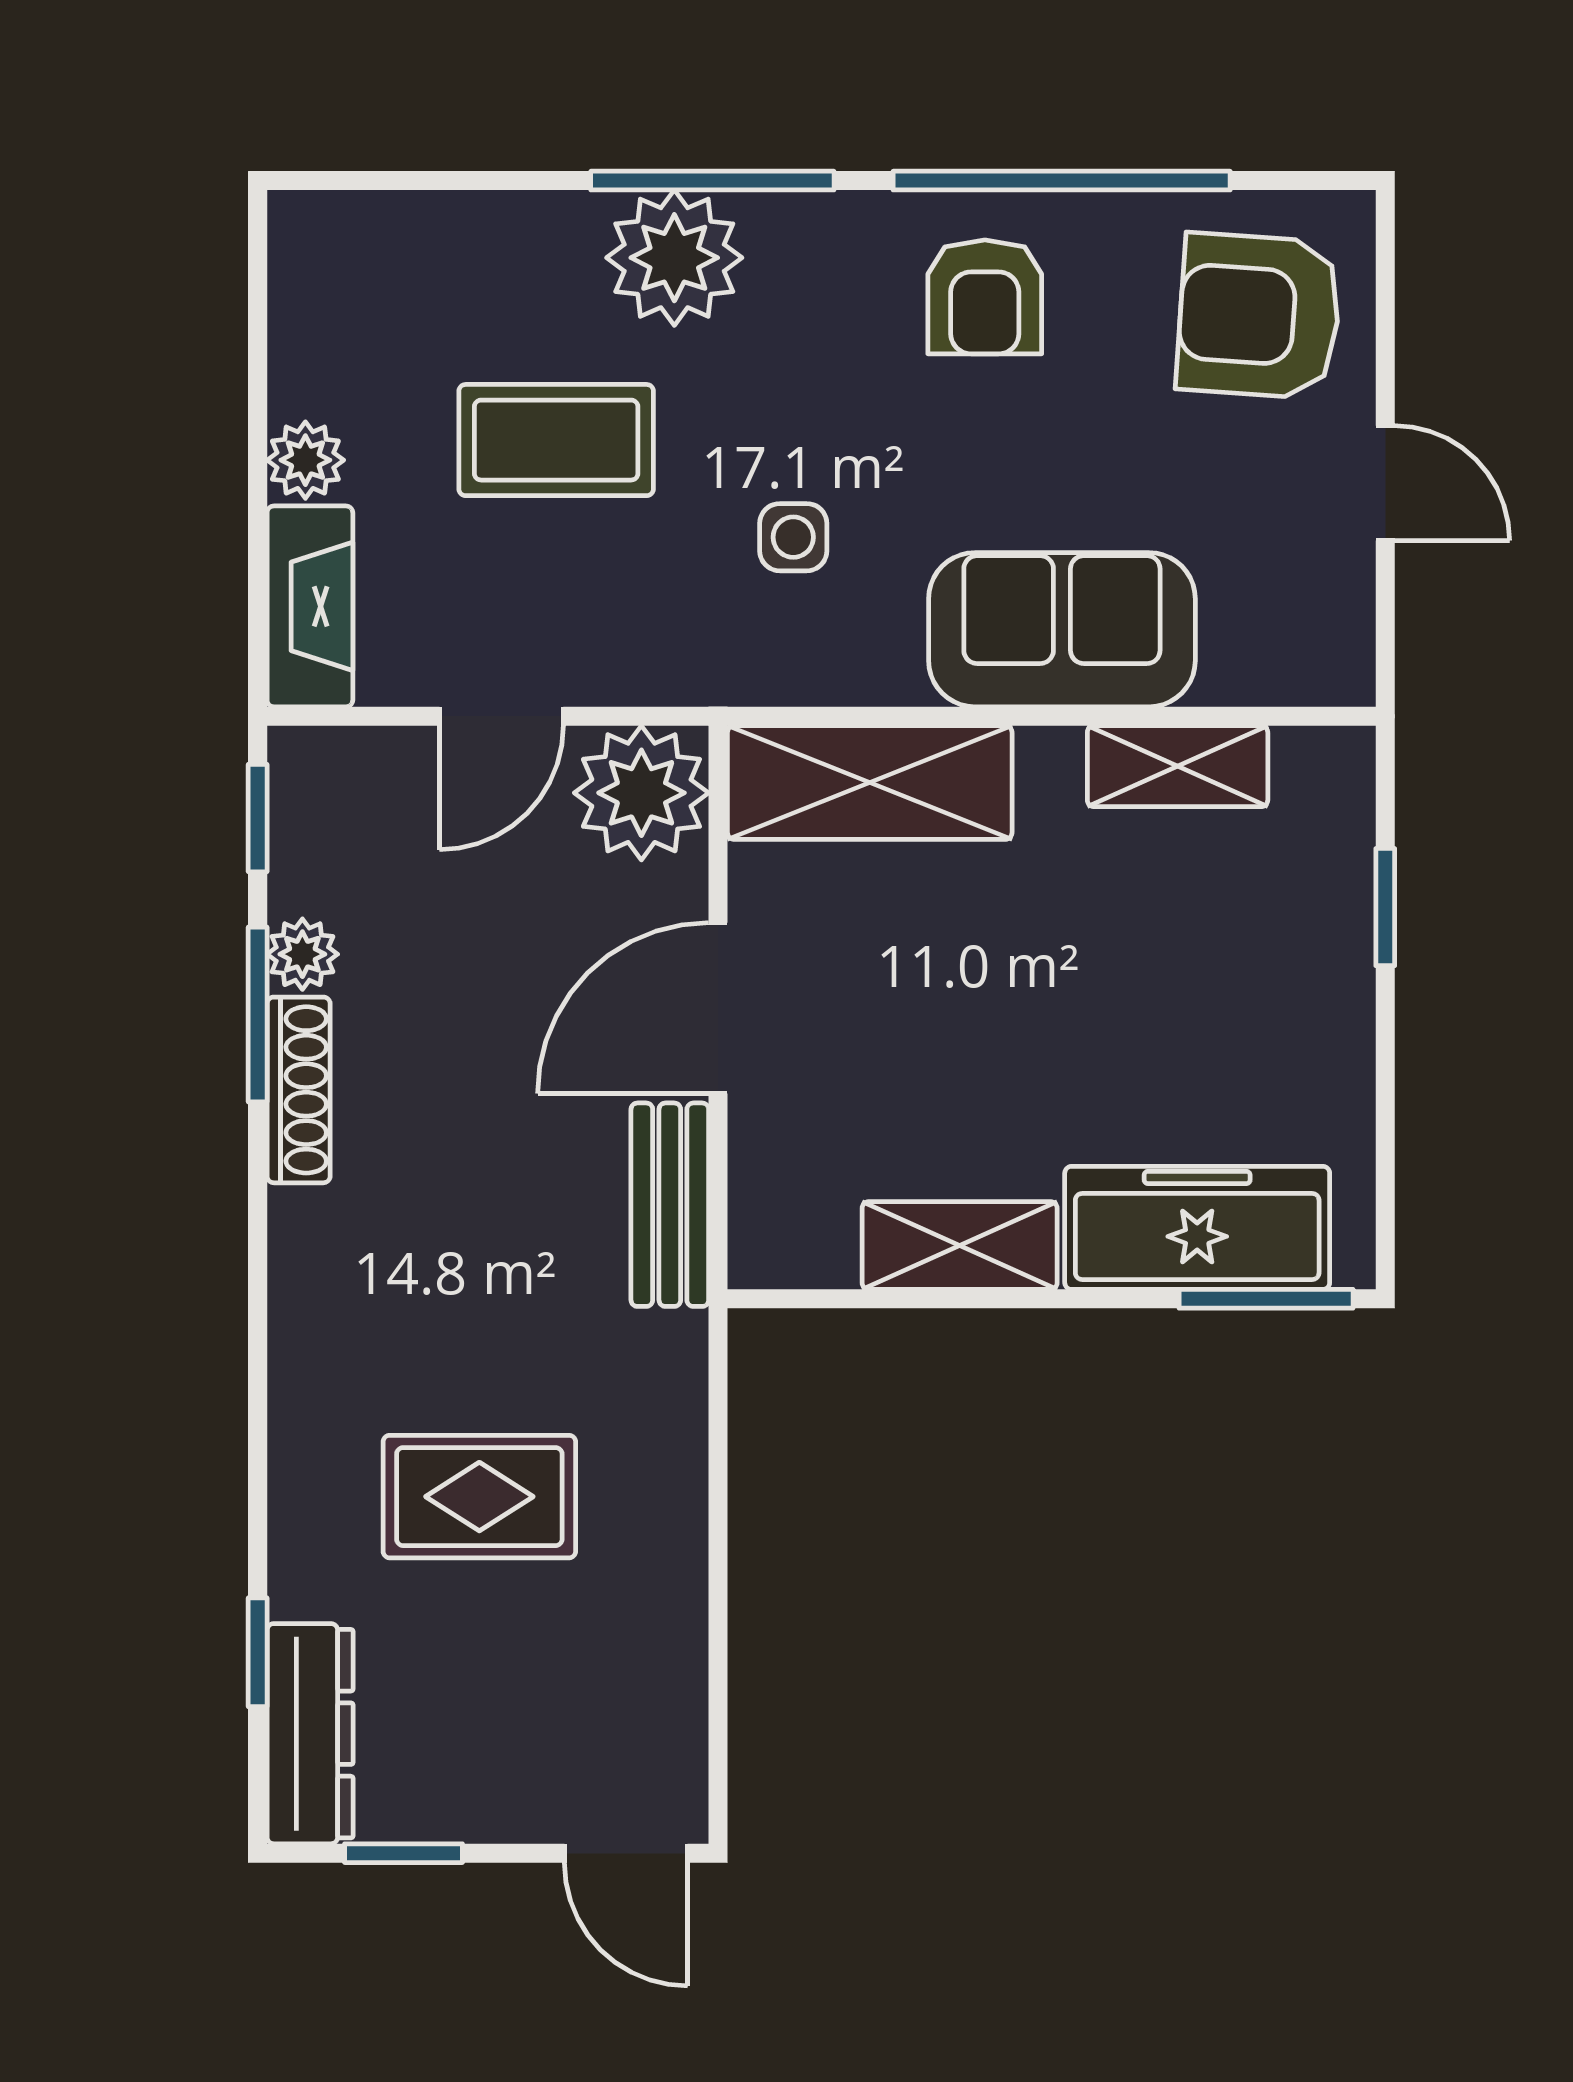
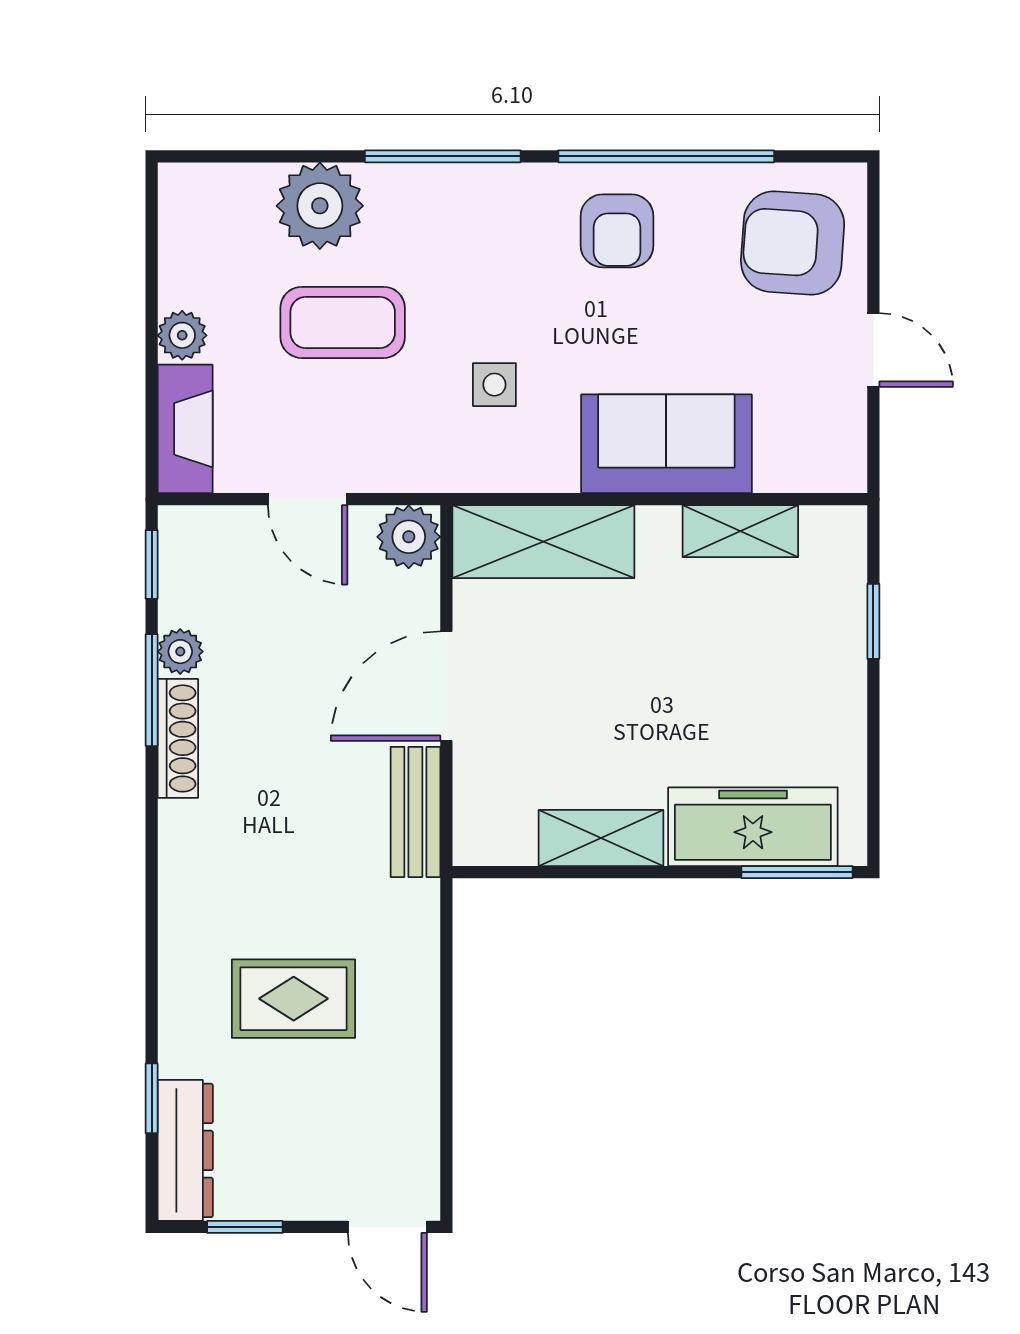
plant: (674, 258) -> (320, 206), moved
door: (501, 716) -> (308, 499), hinge flipped
plant: (641, 793) -> (409, 537), width x0.73, depth x0.73

